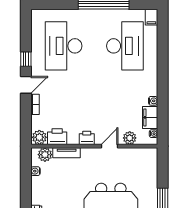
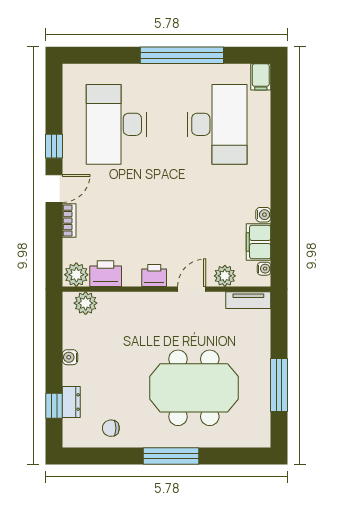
tv unit: (67, 153) -> (248, 300), moved
water cooler: (36, 171) -> (70, 357), moved

